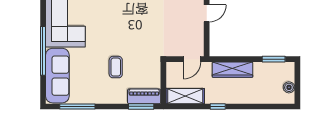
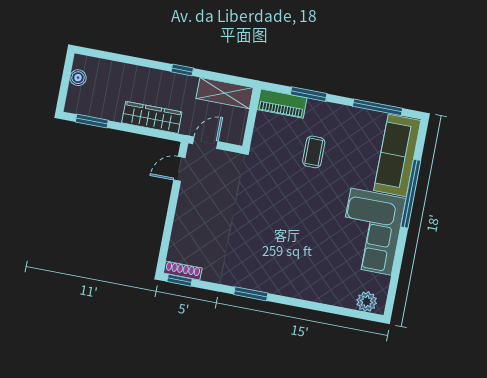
door: (207, 13) -> (179, 169), moved
window: (141, 106) -> (309, 94), moved

